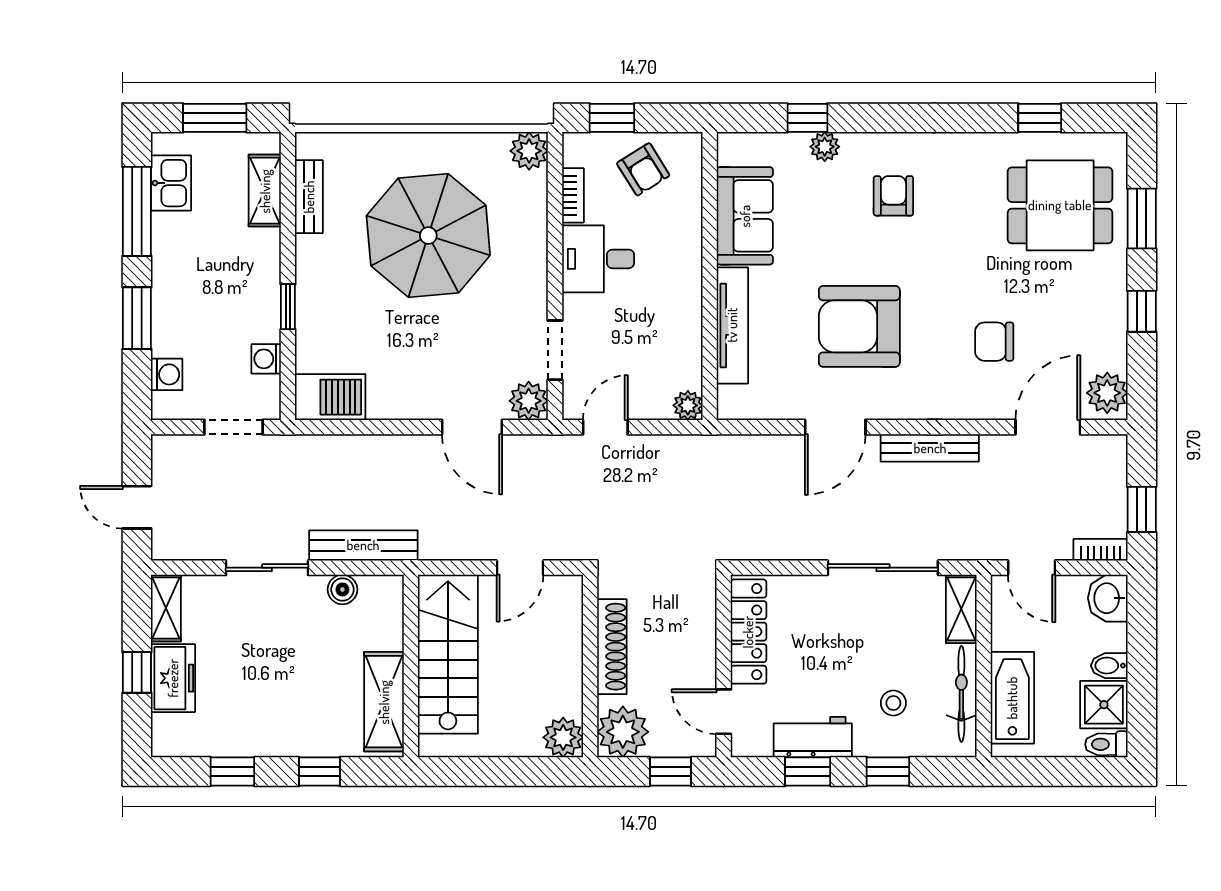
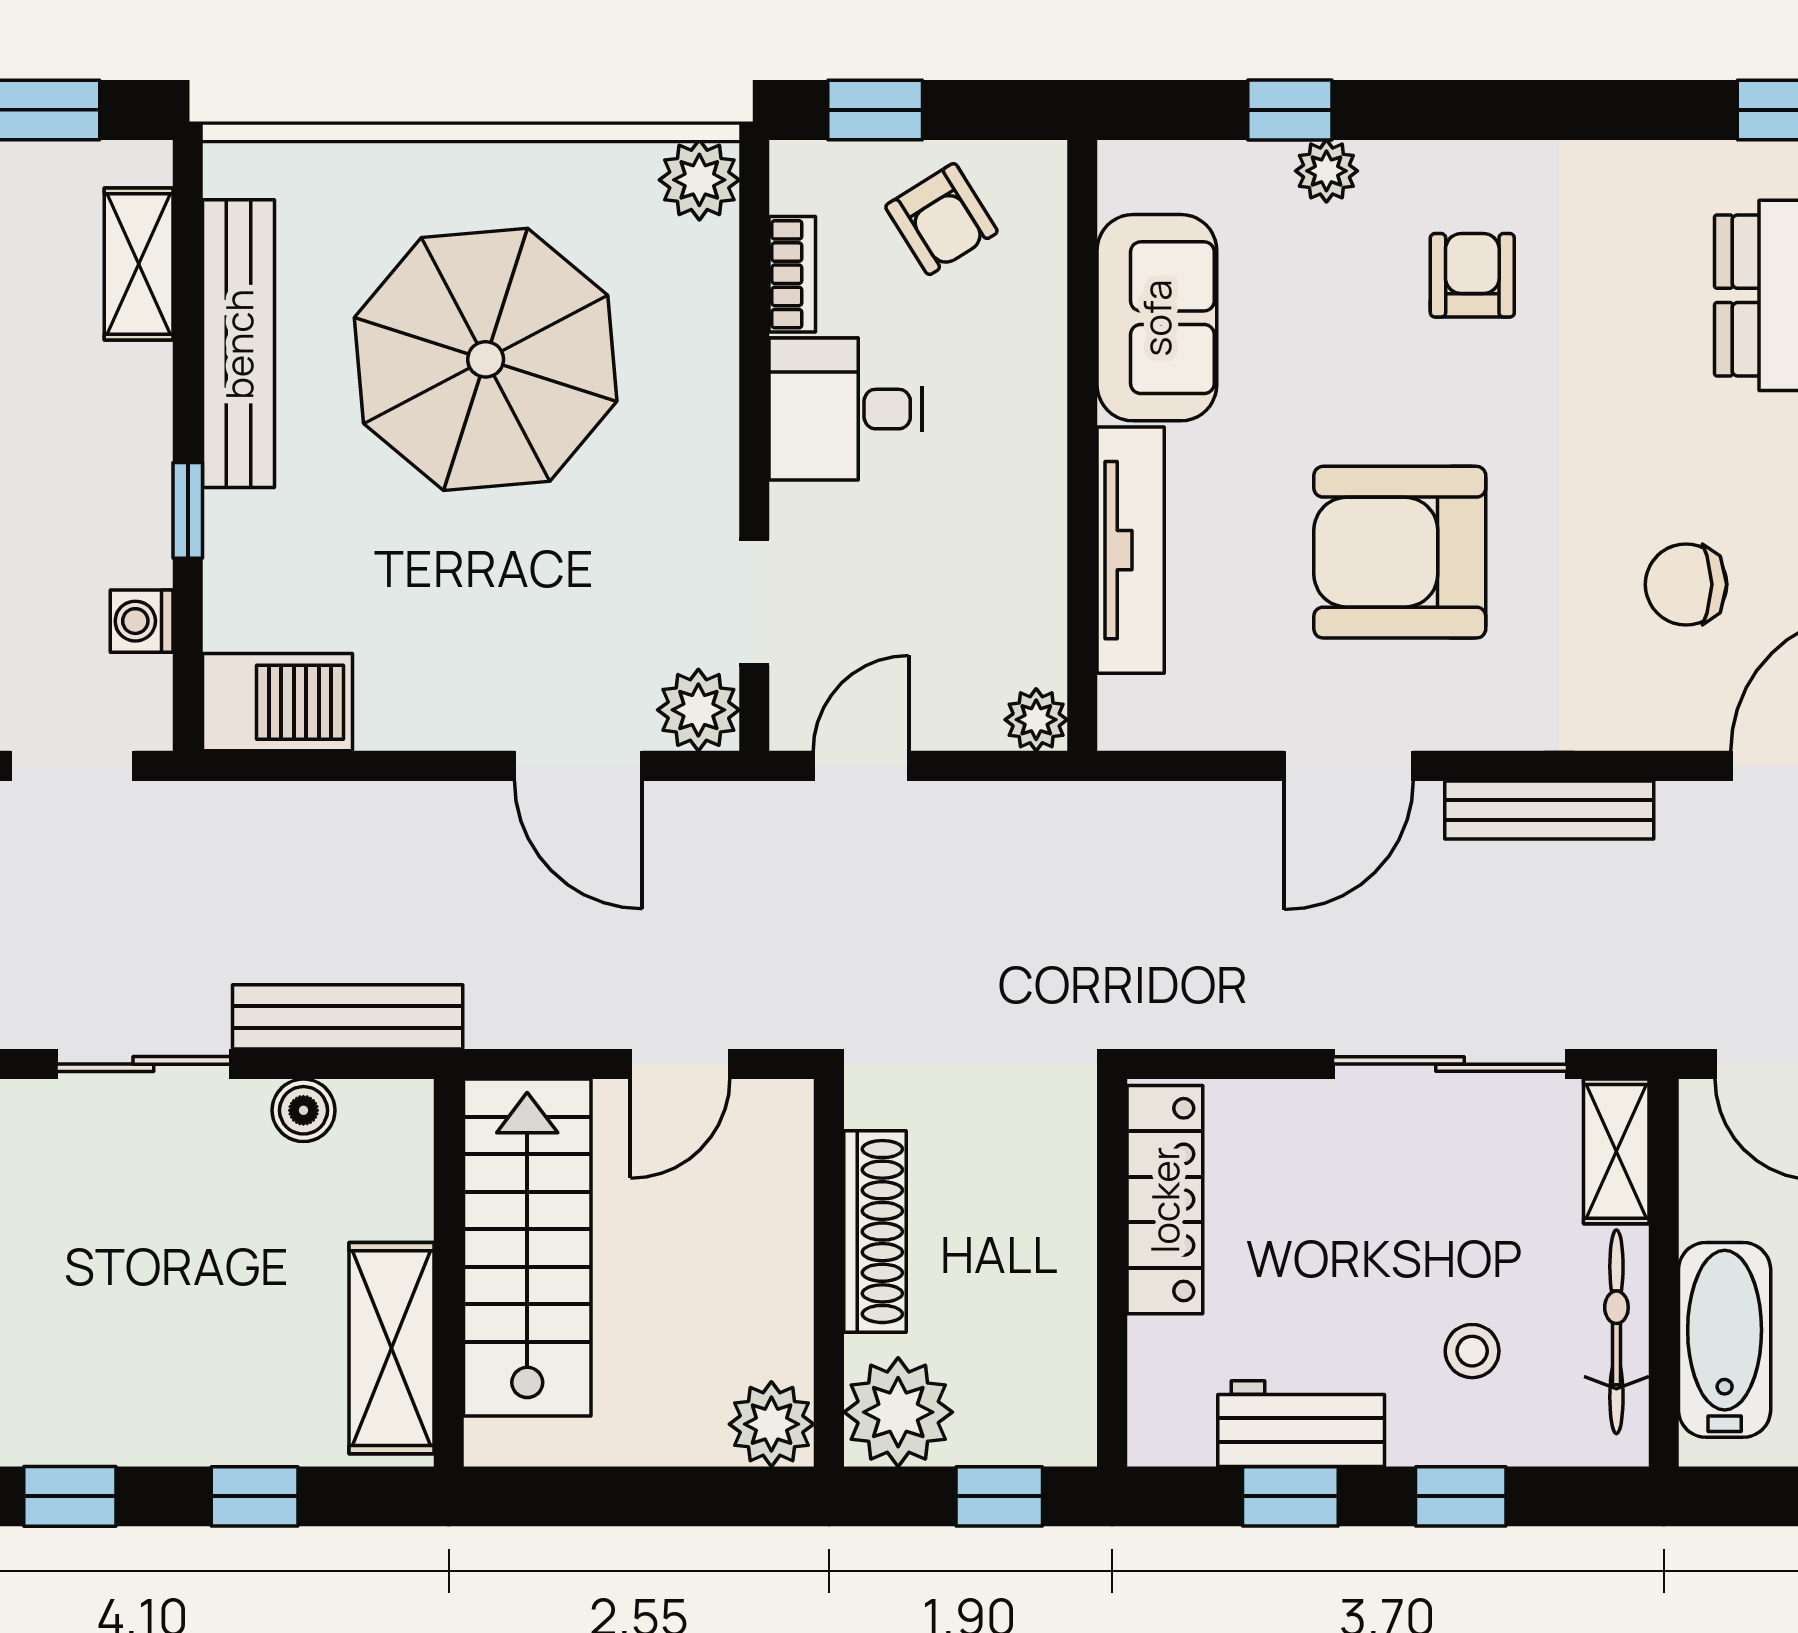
bench: (309, 197) -> (239, 344), width x1.86, depth x1.21
door: (724, 712) -> (1112, 1369), removed

